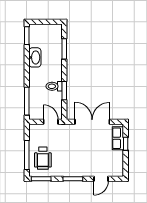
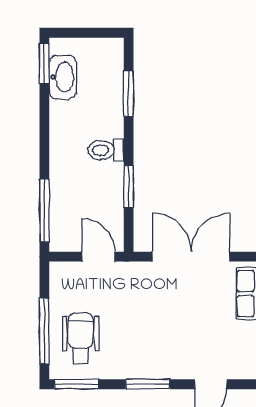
washbasin: (35, 57) -> (63, 77), moved
toilet: (54, 86) -> (106, 150), moved
wheelchair: (43, 158) -> (81, 338), turned 180

